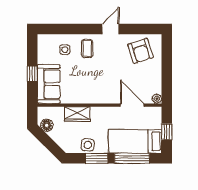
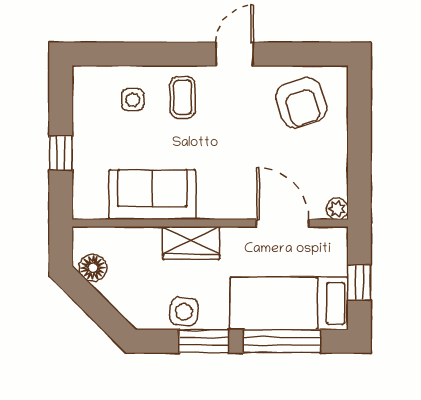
sofa: (49, 84) -> (152, 195), moved, turned -90
wardrobe: (77, 114) -> (191, 243), moved

